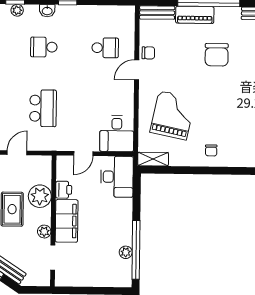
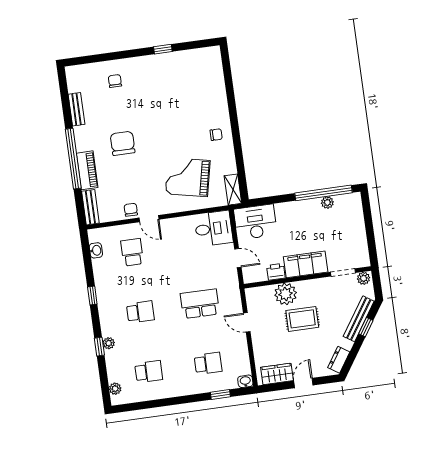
washbasin: (47, 11) -> (96, 250), moved
school desk: (44, 47) -> (140, 312), turned -90
chair: (217, 55) -> (123, 143), turned -90
plant: (44, 232) -> (364, 278), moved

